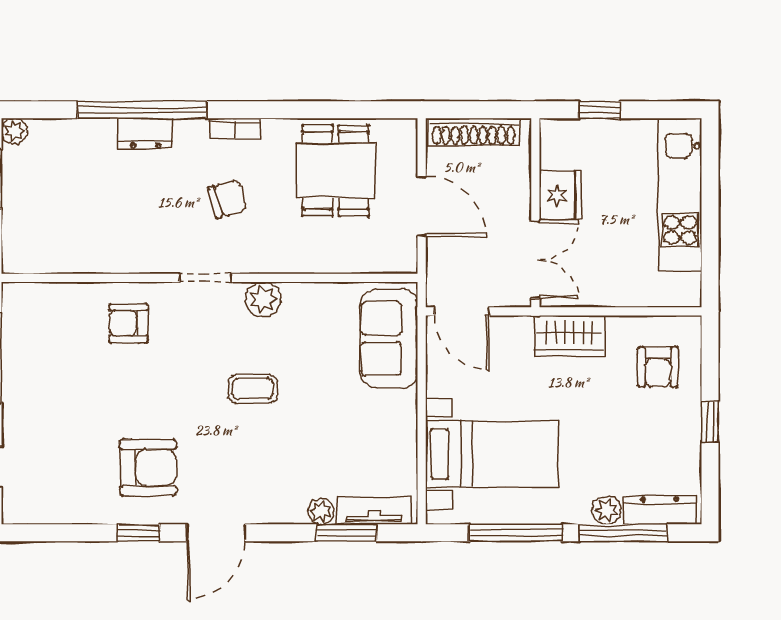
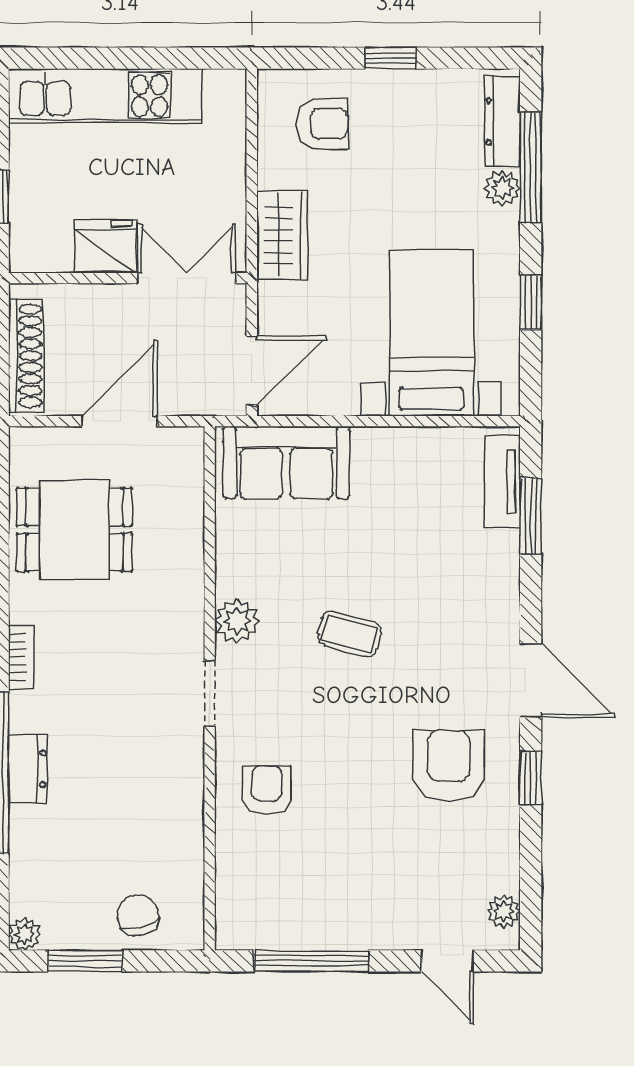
chair: (228, 199) -> (138, 915), moved
armchair: (129, 323) -> (267, 790), turned 180
coffee table: (253, 389) -> (350, 634), turned -75
plant: (321, 511) -> (504, 911), moved
window: (516, 533) -> (531, 303), width x0.46

